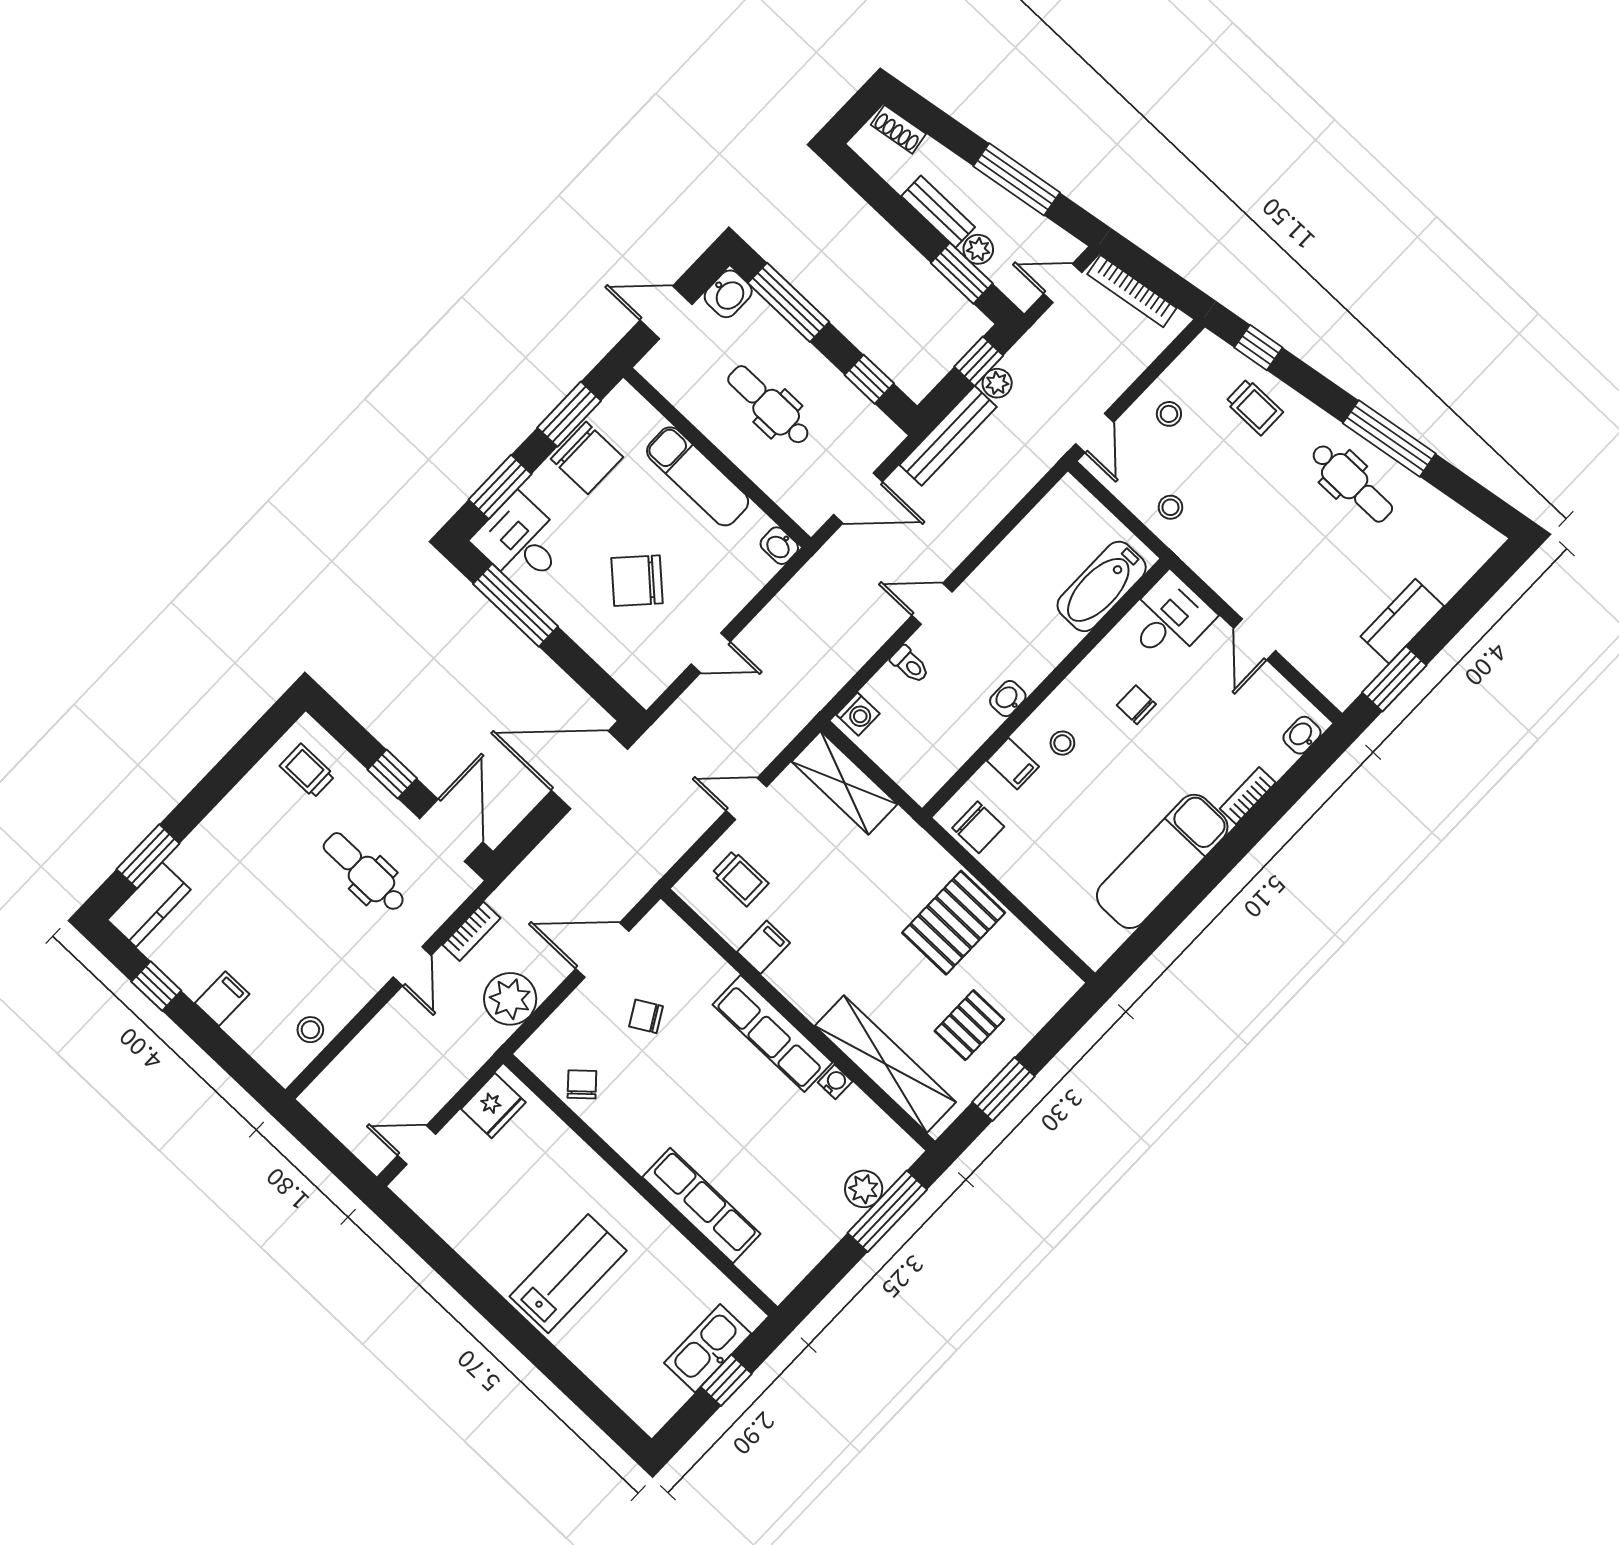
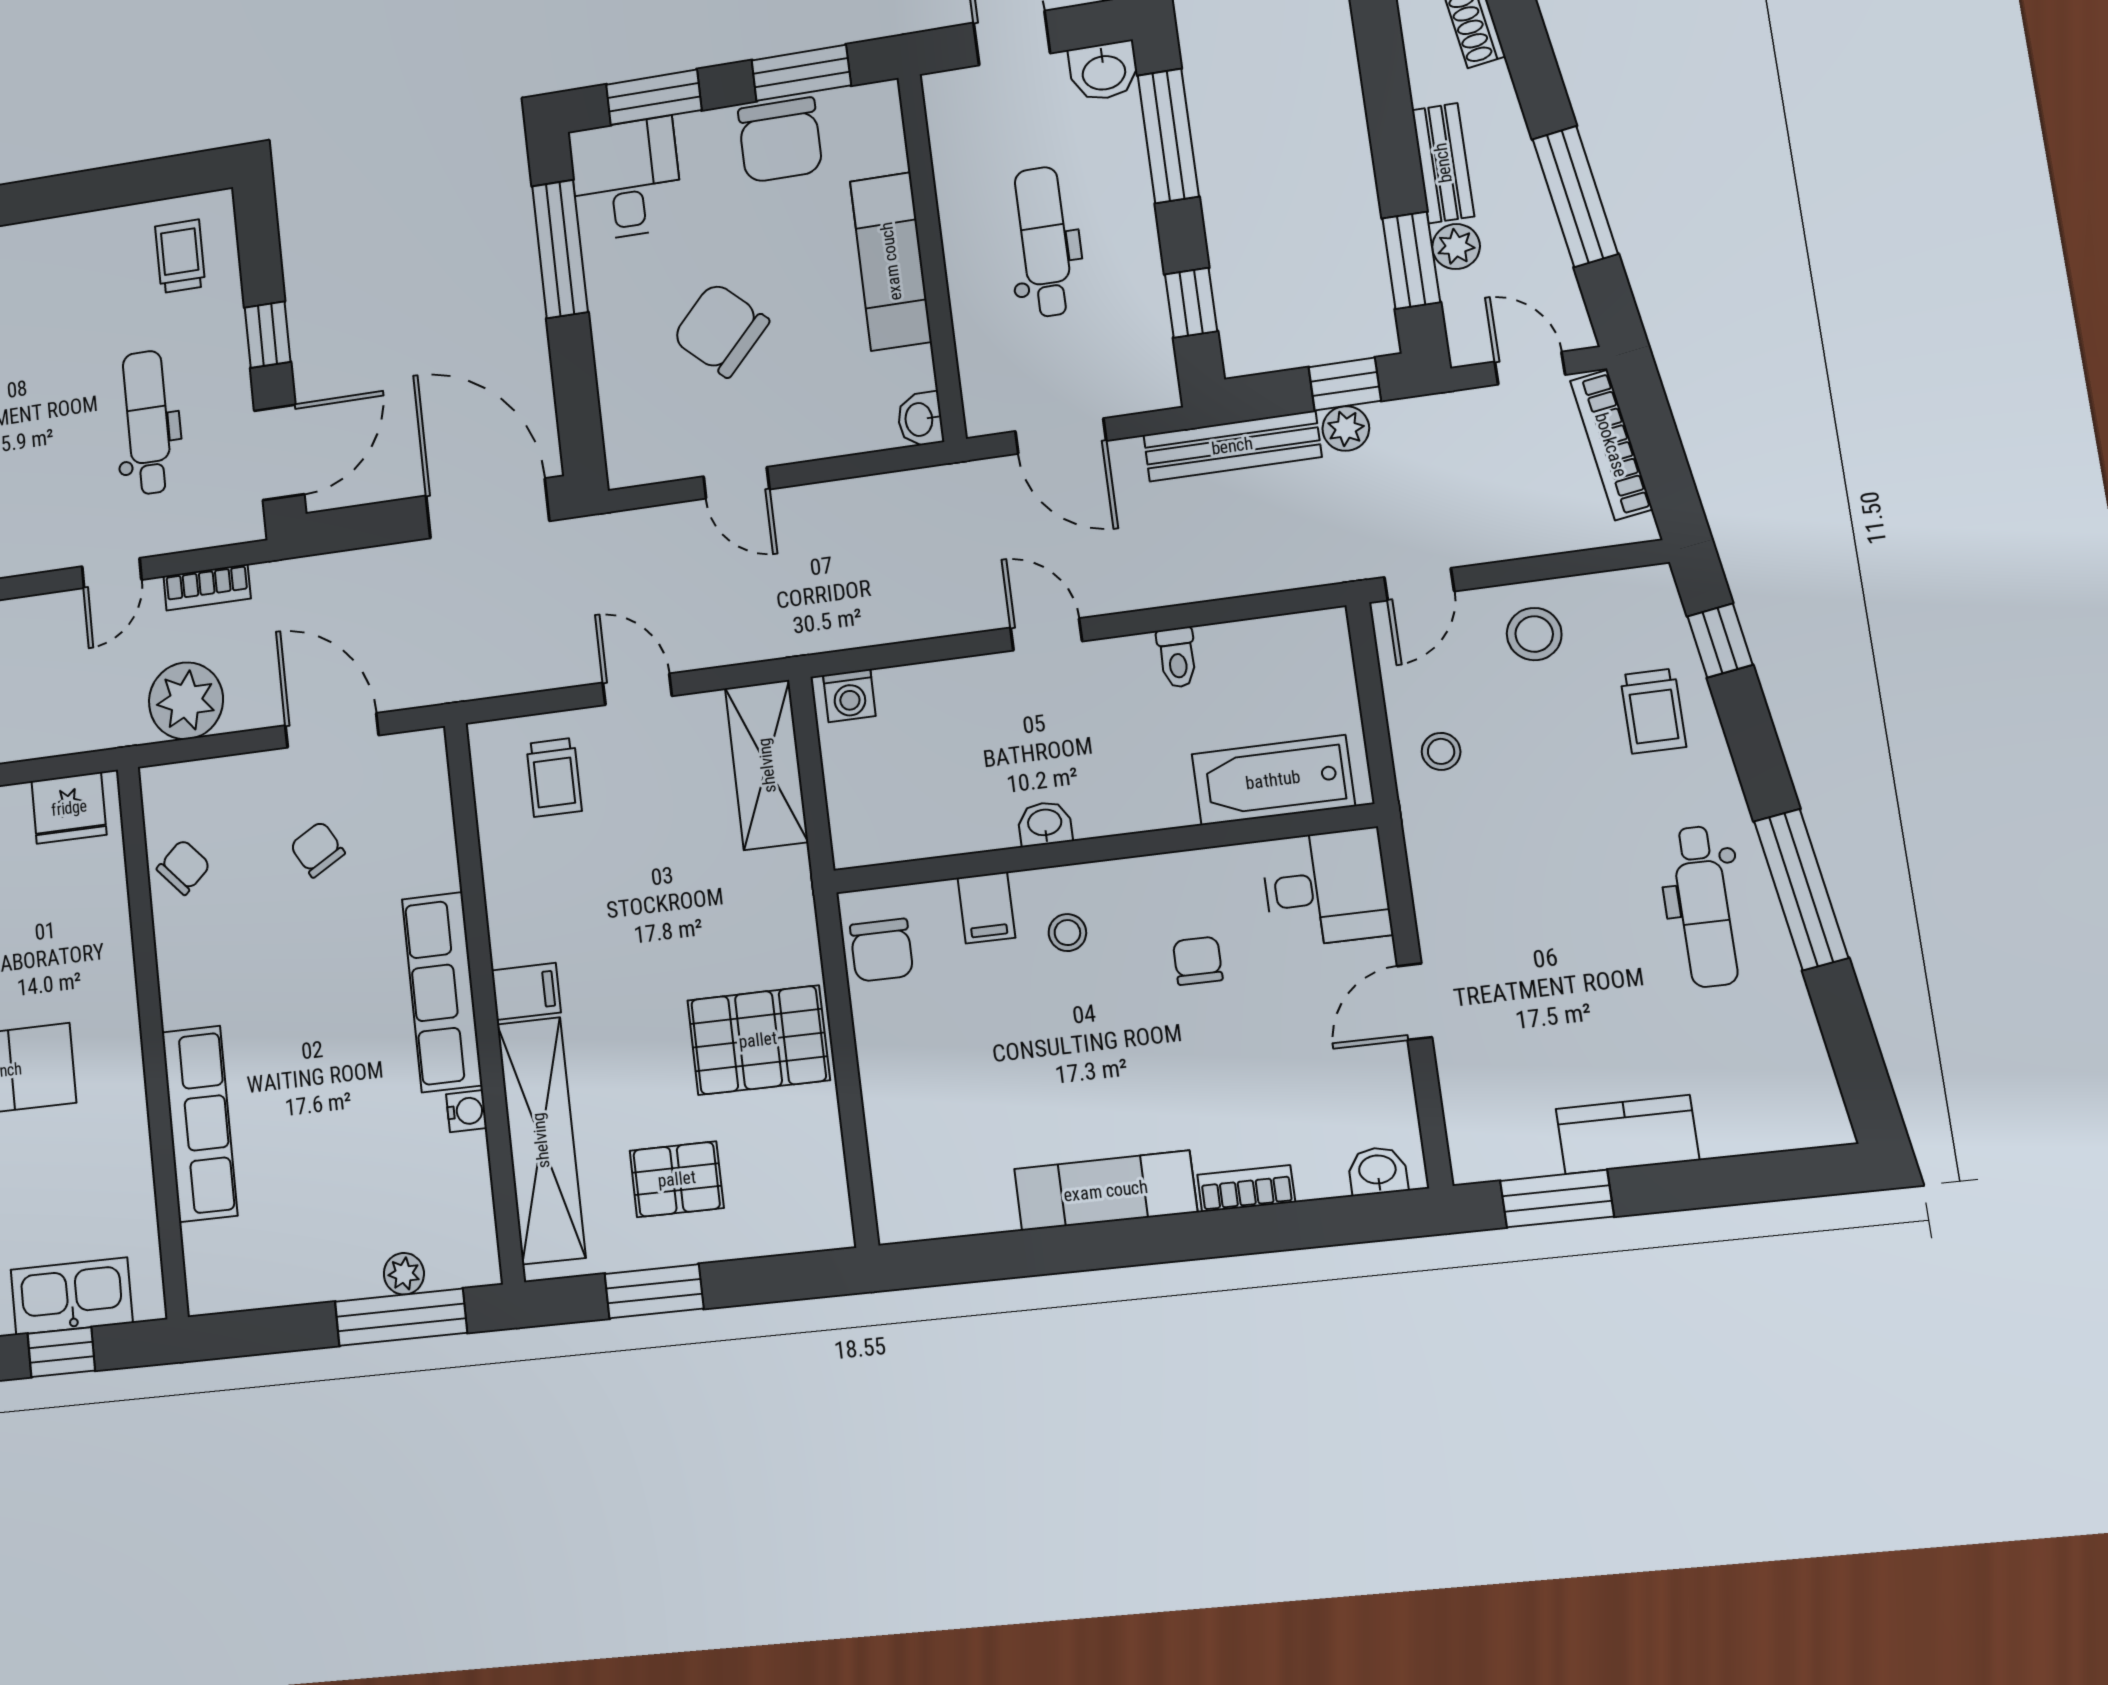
stool: (1169, 414) -> (1534, 634), width x1.37, depth x1.37
toilet: (910, 665) -> (1177, 658), moved
exam couch: (1162, 861) -> (1106, 1191), width x0.73, depth x0.69
filing cabinet: (764, 947) -> (526, 991), moved
plant: (864, 1189) -> (404, 1274), width x0.73, depth x0.73

